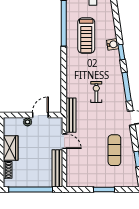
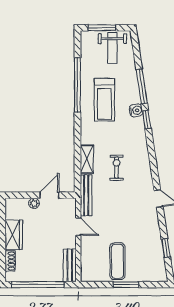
shelving: (72, 85) -> (87, 159), added
window: (127, 87) -> (142, 86), moved
exercise mat: (114, 150) -> (117, 261), moved
bench: (57, 168) -> (70, 265), width x0.73

